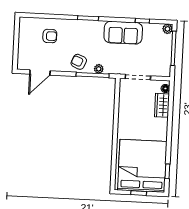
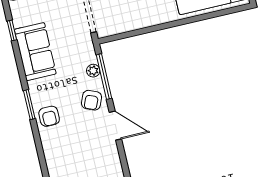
armchair: (50, 36) -> (49, 116), moved, turned 180
door: (40, 72) -> (115, 126), moved

